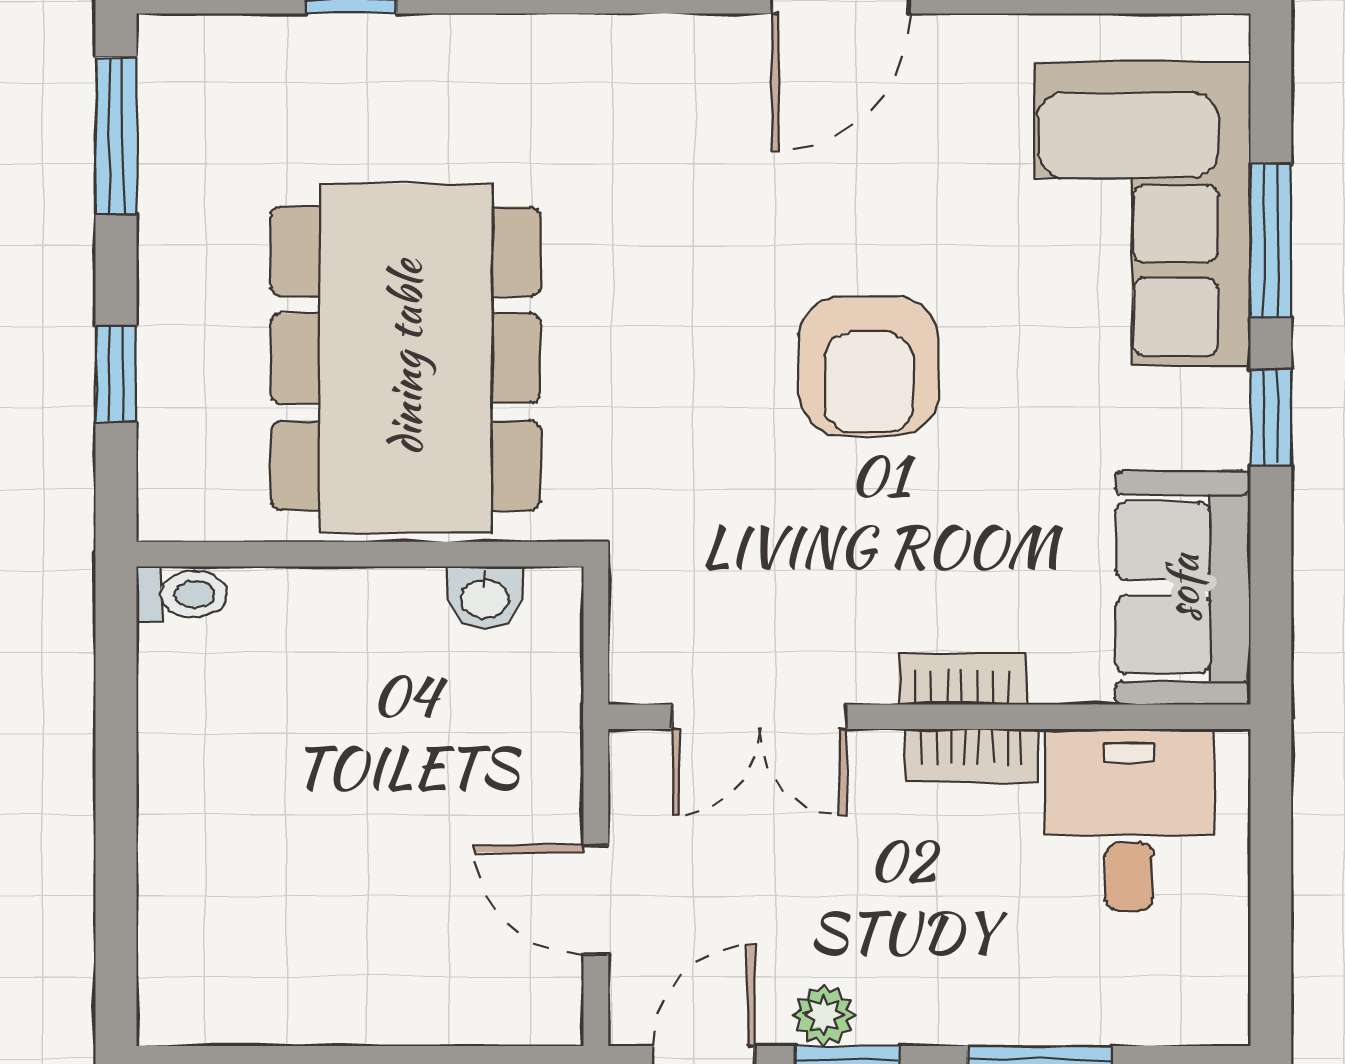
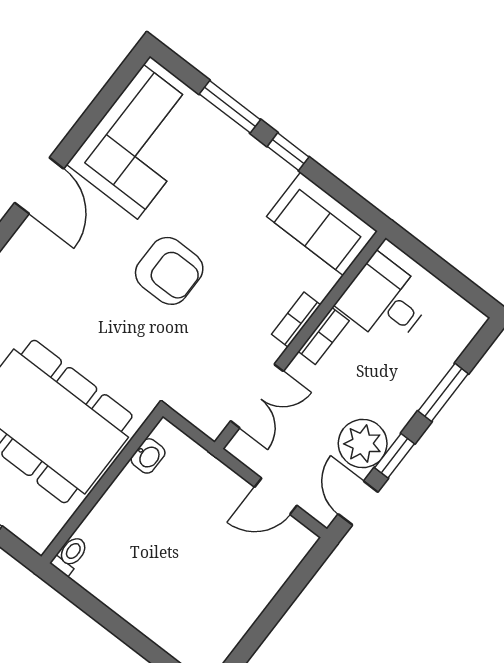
corner sofa: (1142, 214) -> (141, 142), moved, turned -90
plant: (824, 1015) -> (363, 444), width x1.88, depth x1.88

